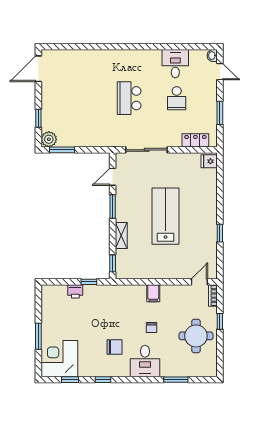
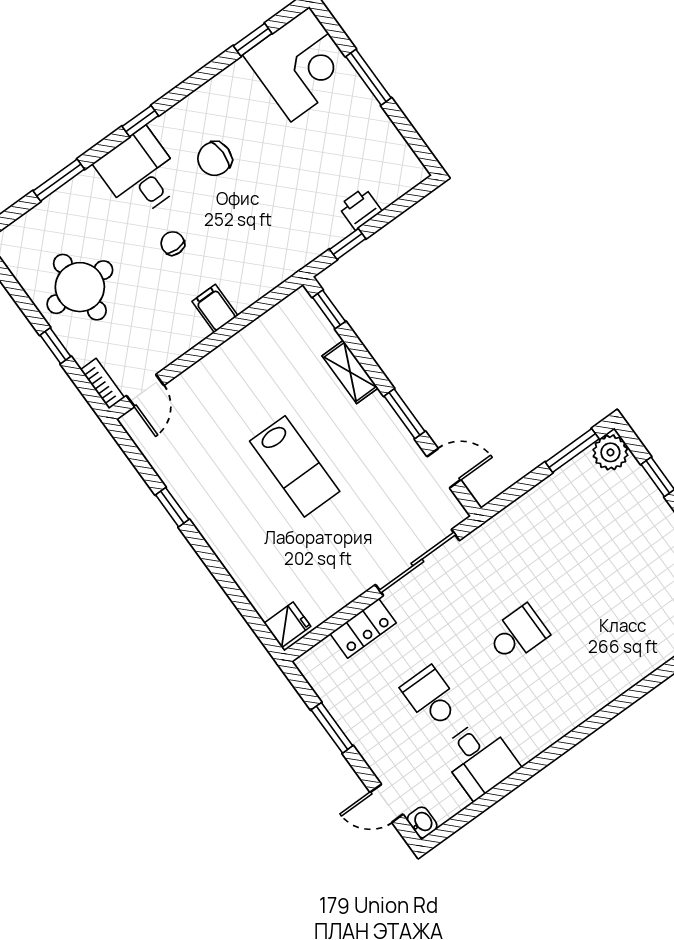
school desk: (129, 98) -> (518, 634), width x0.54
locker: (195, 140) -> (363, 628), moved
door: (113, 177) -> (444, 468), hinge flipped
lab bench: (166, 216) -> (295, 466), width x0.73, depth x0.72
window: (103, 380) -> (140, 121), moved

